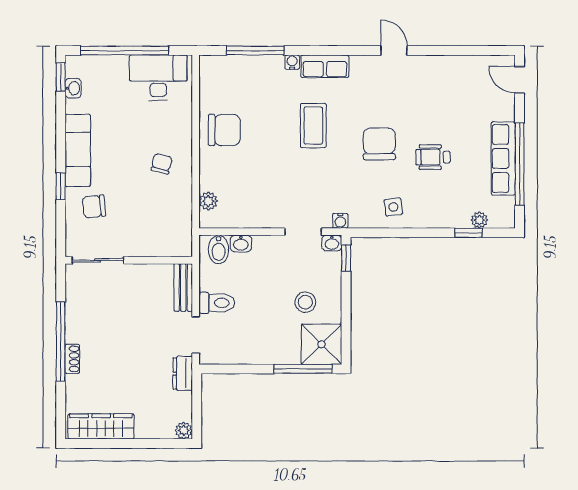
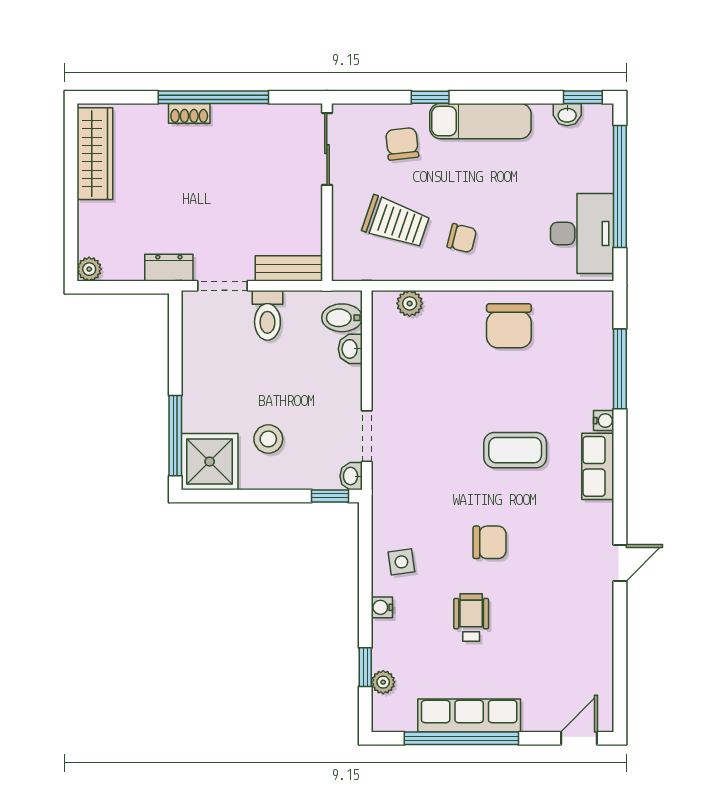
chair: (379, 144) -> (490, 542), width x0.73, depth x0.73
trolley: (150, 211) -> (396, 222), added
water cooler: (340, 221) -> (382, 607), moved

